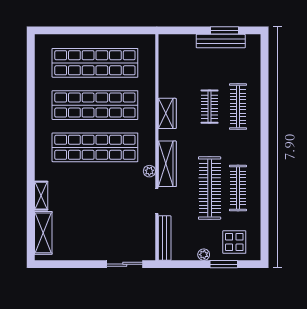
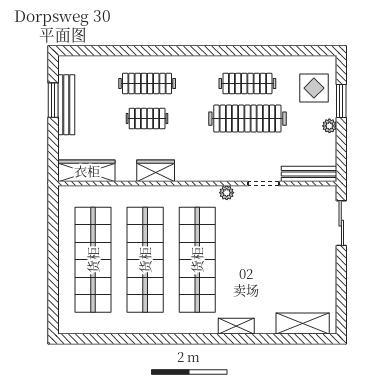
wardrobe: (167, 164) -> (87, 171), moved
shelving: (41, 196) -> (236, 326), moved

